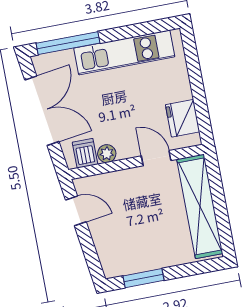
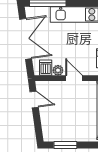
door: (156, 158) -> (74, 78), moved

